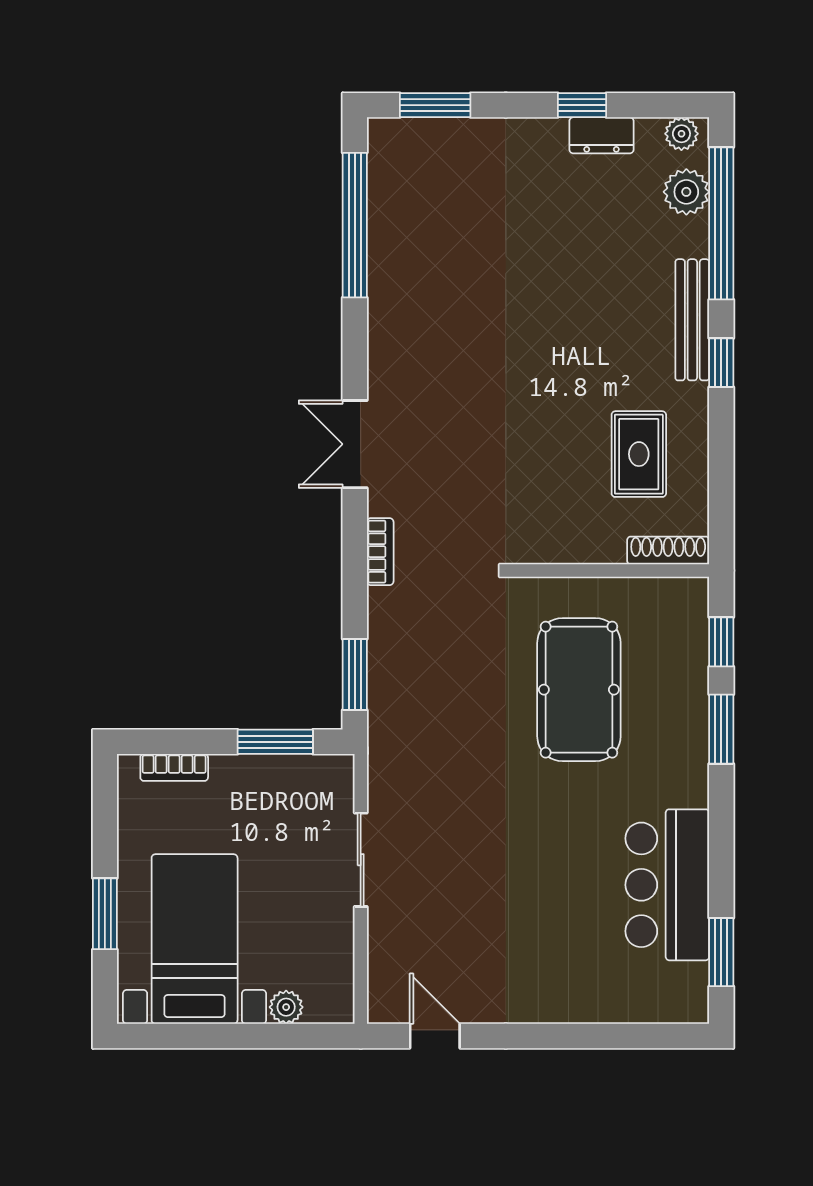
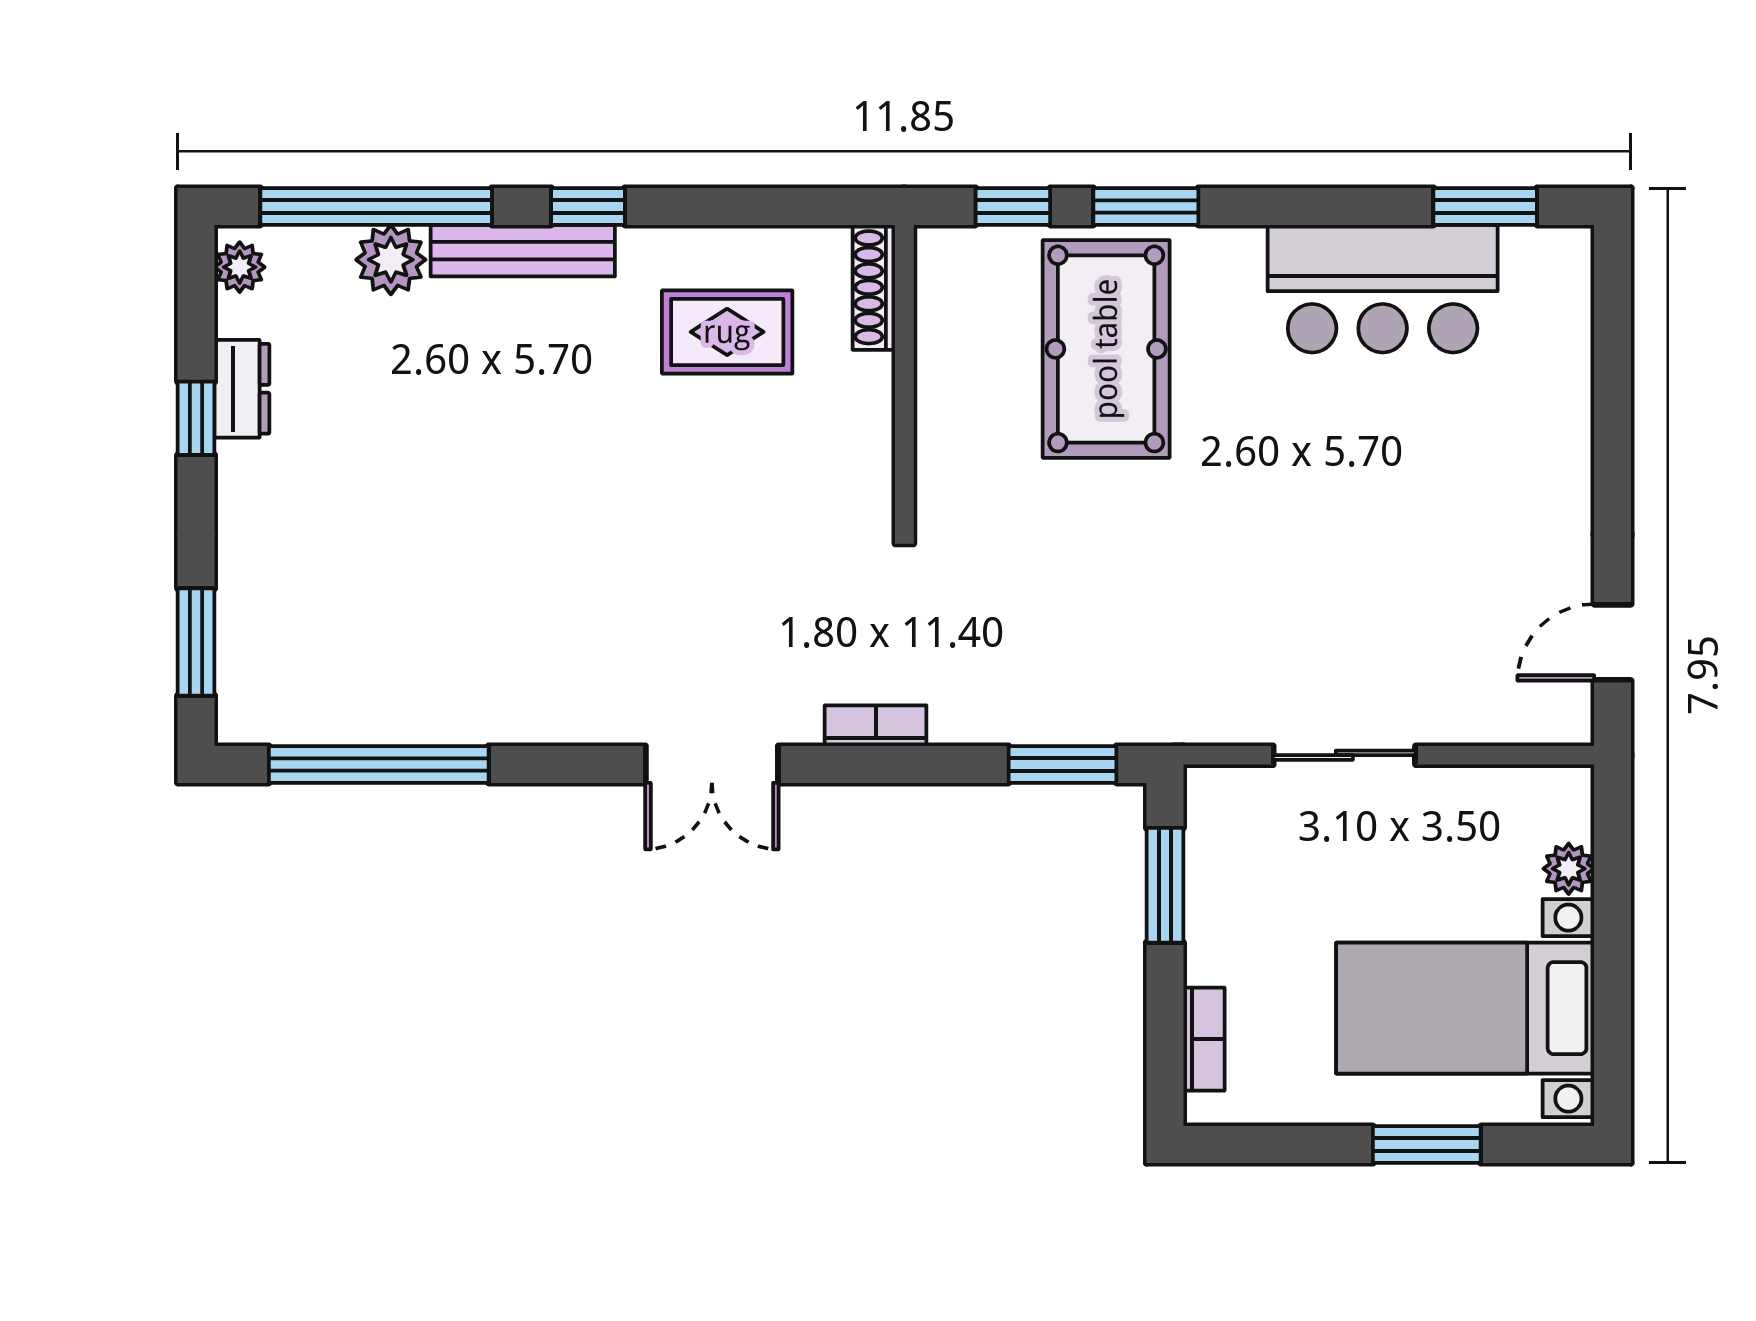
plant: (686, 192) -> (391, 260), moved
pool table: (579, 690) -> (1106, 349), moved, turned 90

